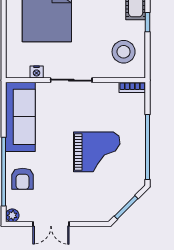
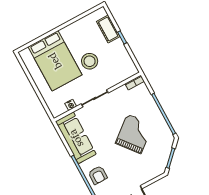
stool: (124, 52) -> (90, 61), moved
grand piano: (97, 152) -> (134, 134), turned -39

